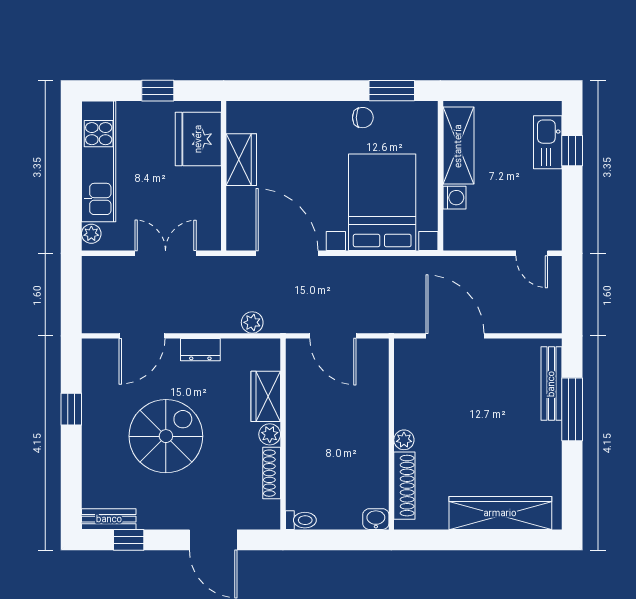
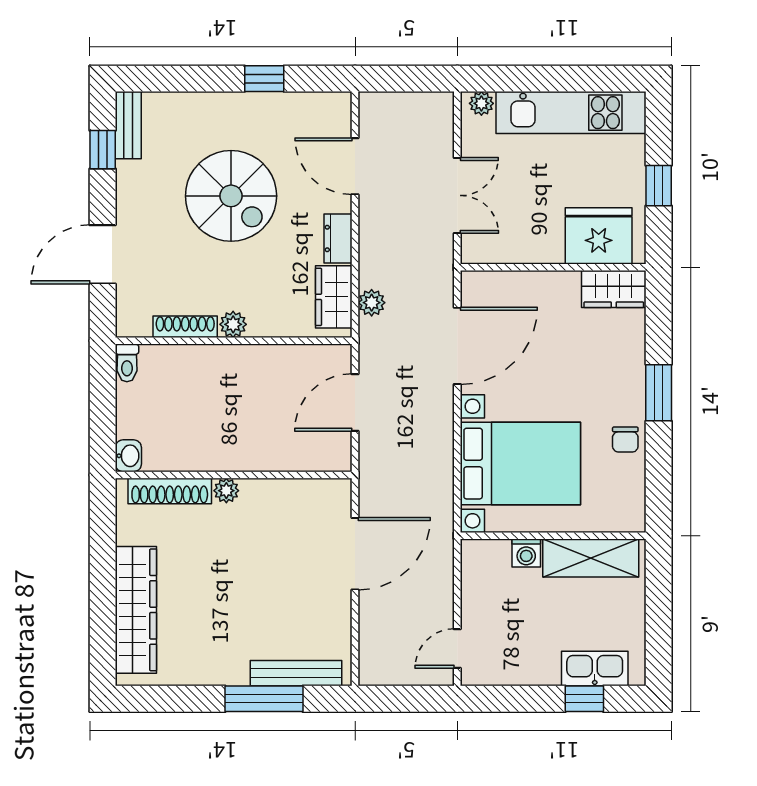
window: (392, 91) -> (659, 393), moved
wardrobe: (241, 160) -> (614, 289), moved
wardrobe: (266, 396) -> (334, 297), moved, turned -90

